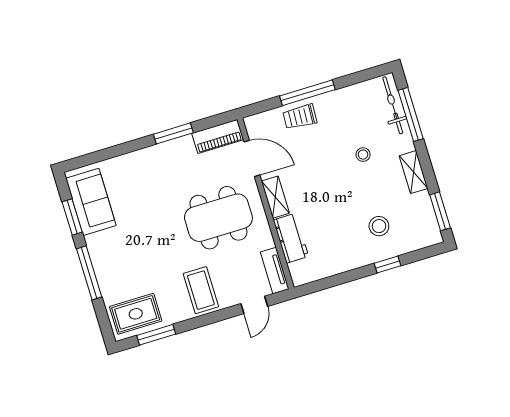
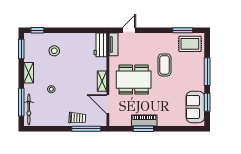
window: (307, 93) -> (86, 129), moved
piano: (218, 137) -> (144, 121), moved
workbench: (291, 238) -> (100, 45), moved
window: (387, 264) -> (37, 30), moved
coffee table: (201, 290) -> (164, 65), moved

